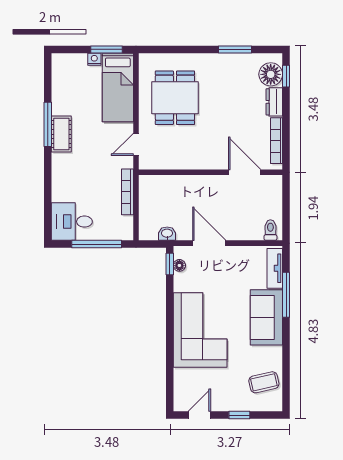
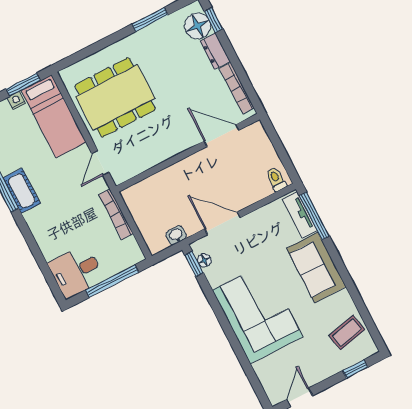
dining table: (175, 98) -> (115, 97), width x1.38
window: (286, 295) -> (314, 216), moved
window: (239, 415) -> (355, 369), moved

